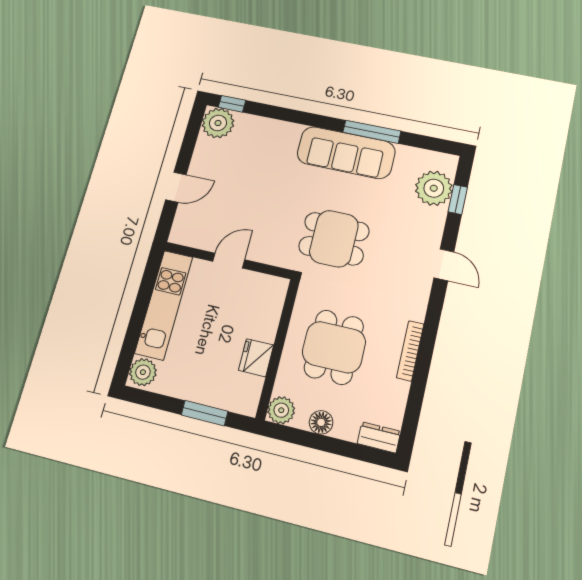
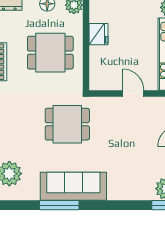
door: (229, 261) -> (133, 93), swing flipped
dining table: (334, 347) -> (50, 53), turned 90

